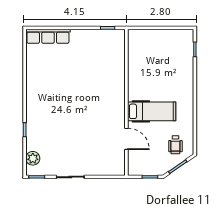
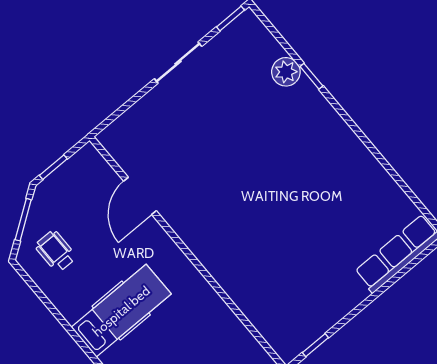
hospital bed: (152, 111) -> (121, 311), moved, turned 180
door: (126, 139) -> (140, 196), hinge flipped
plant: (33, 158) -> (286, 72), moved

